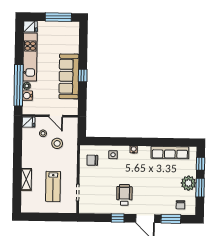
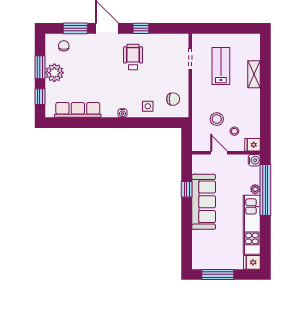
window: (83, 76) -> (187, 189), moved
water cooler: (27, 96) -> (254, 160), moved
wheelchair: (124, 195) -> (133, 57), turned 180

